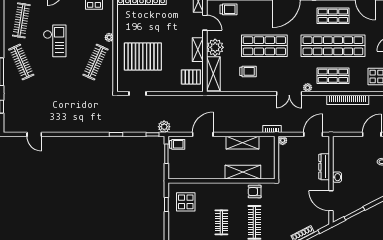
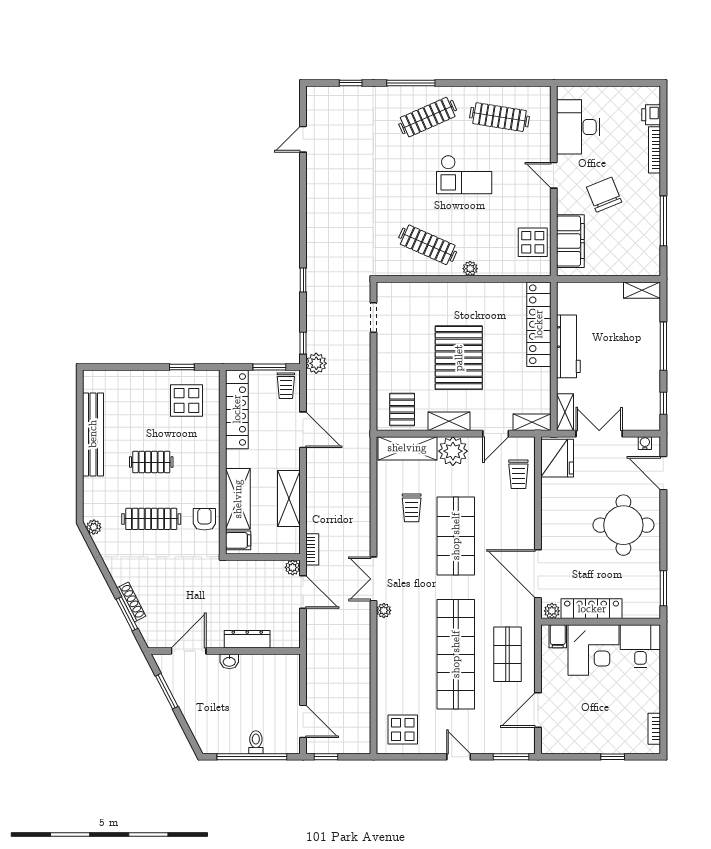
pallet: (143, 57) -> (459, 358), moved
shop shelf: (333, 76) -> (404, 654), removed
bookcase: (348, 100) -> (362, 680), removed
door: (313, 134) -> (303, 592), moved
filing cabinet: (267, 172) -> (238, 540), added
locker: (191, 173) -> (237, 409), added

